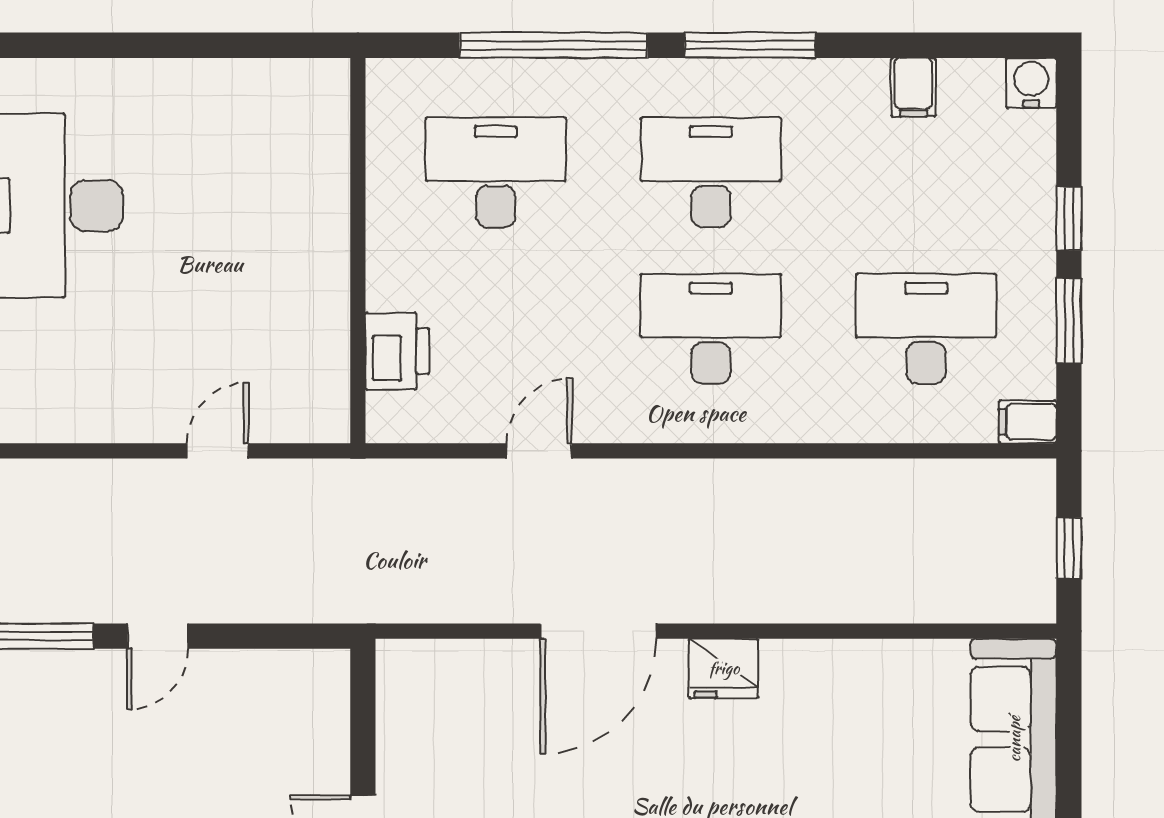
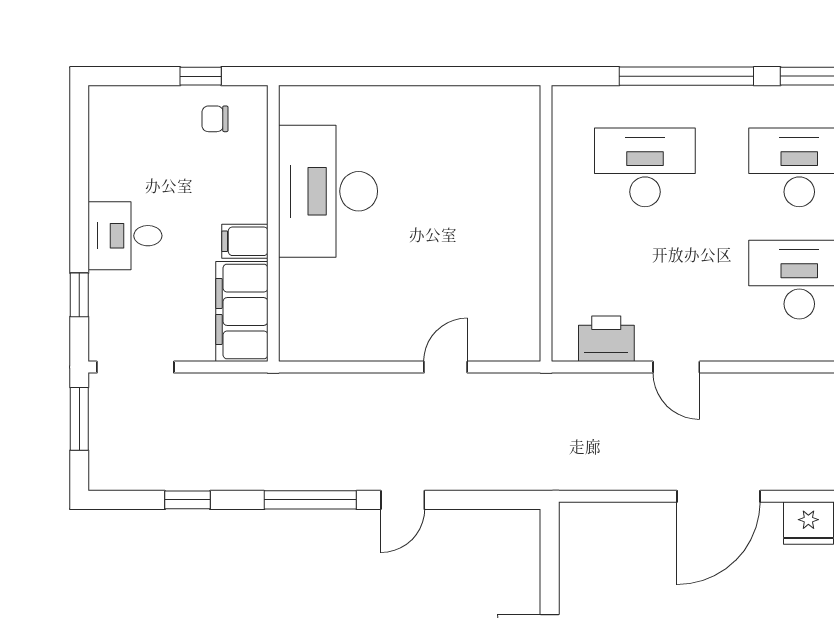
printer: (397, 351) -> (606, 339), moved, turned -90
door: (539, 451) -> (676, 367), swing flipped

